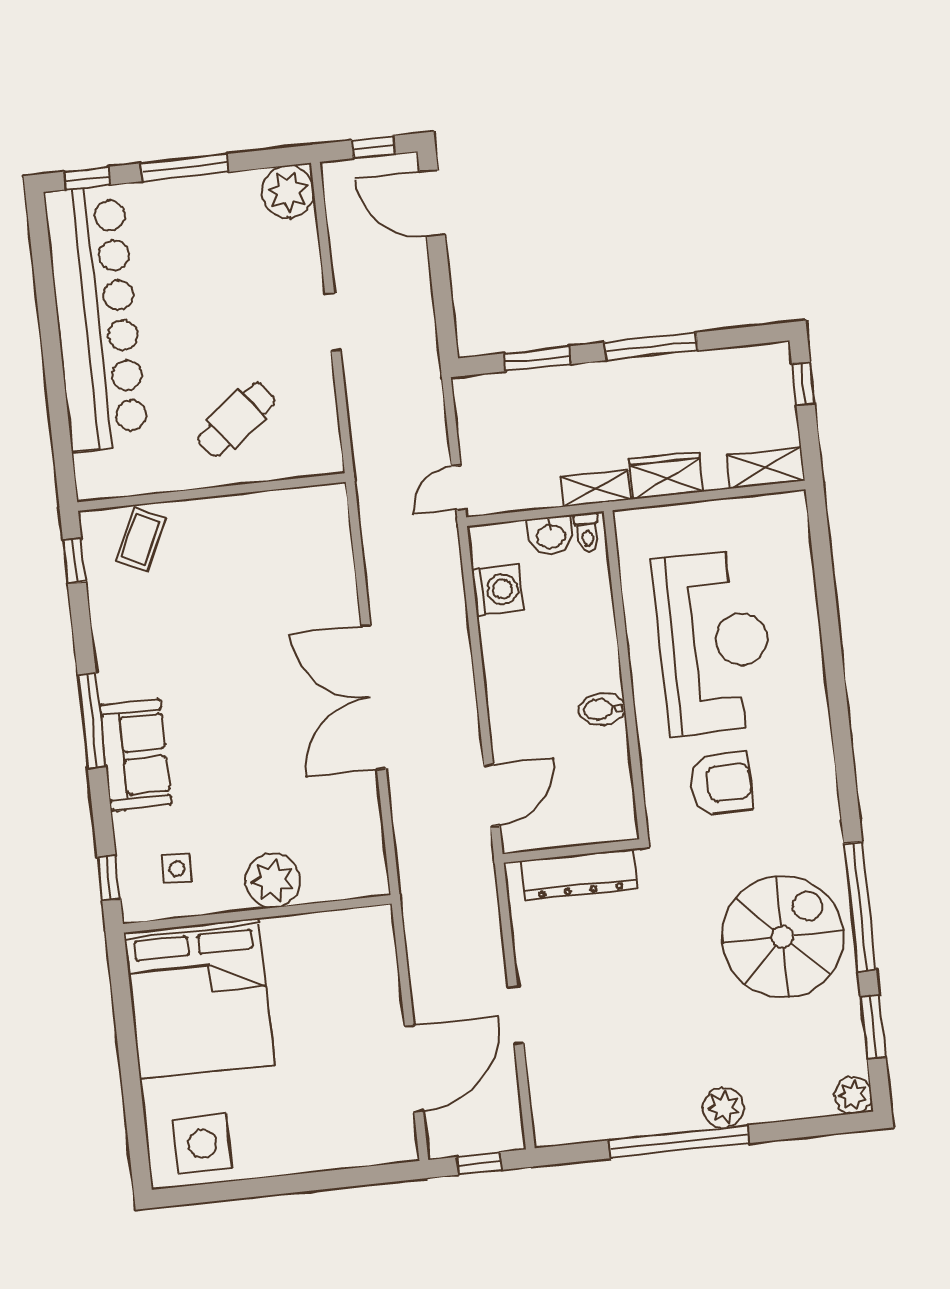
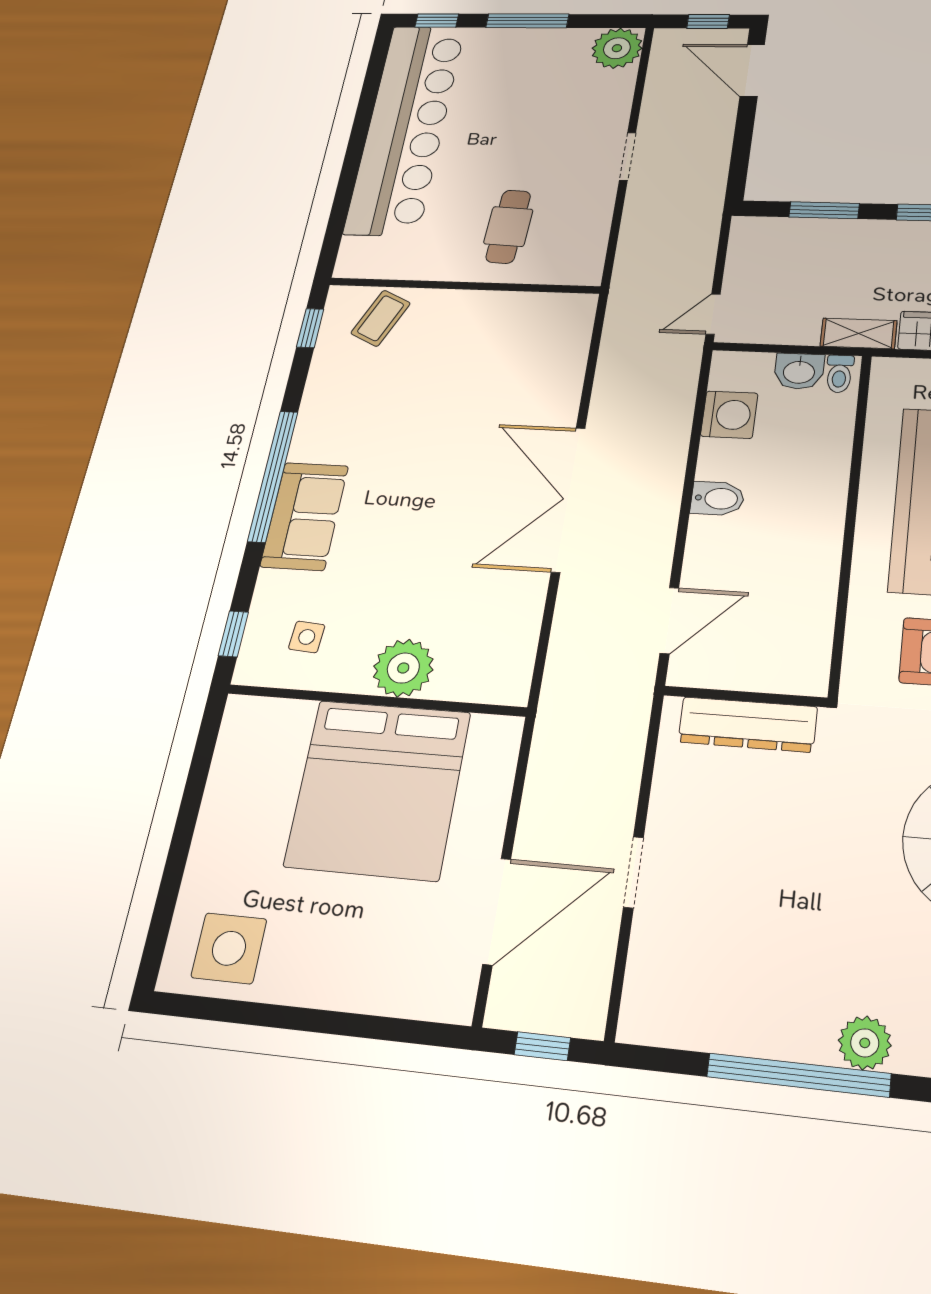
cafe table: (236, 419) -> (508, 227), turned -50
bidet: (602, 709) -> (718, 498), moved, turned 180
window: (92, 721) -> (273, 476), width x1.46
bed: (199, 999) -> (378, 789), moved

